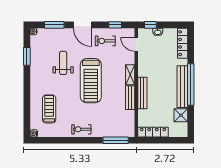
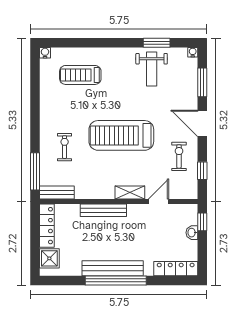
door: (82, 25) -> (202, 123), hinge flipped
door: (136, 44) -> (159, 201), moved
weight bench: (63, 63) -> (152, 69), moved, turned 90
bench: (130, 98) -> (57, 193), moved
treadmill: (49, 109) -> (80, 75), turned 180
shower: (181, 115) -> (49, 258), moved
exercise bike: (81, 129) -> (65, 147), moved

